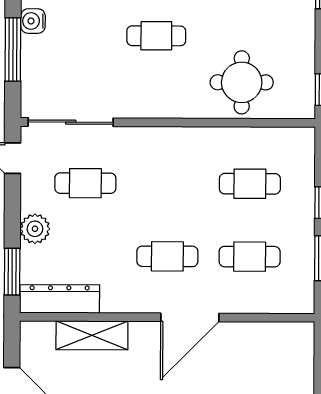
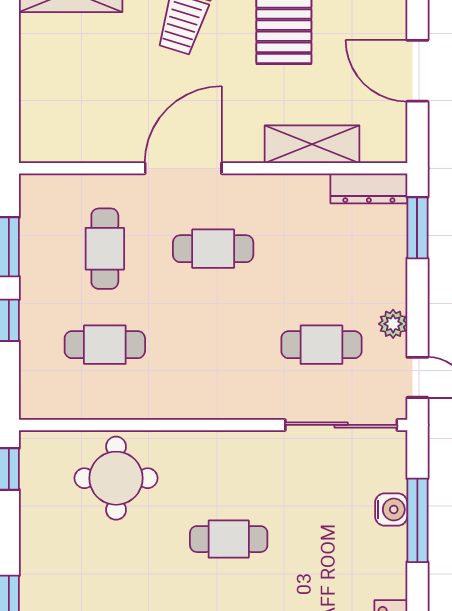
water cooler: (33, 21) -> (391, 509), moved
plant: (35, 229) -> (393, 324), moved, width x0.73, depth x0.73
cafe table: (250, 257) -> (105, 249), turned 90
dresser: (60, 299) -> (369, 188), width x0.73, depth x0.80

